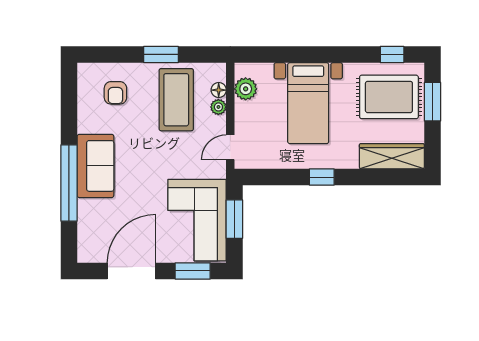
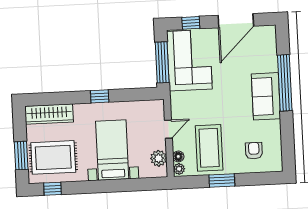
plant: (218, 107) -> (179, 169), moved
door: (230, 147) -> (168, 129), moved
window: (234, 219) -> (162, 62), width x1.44
window: (193, 271) -> (191, 23), width x0.67

